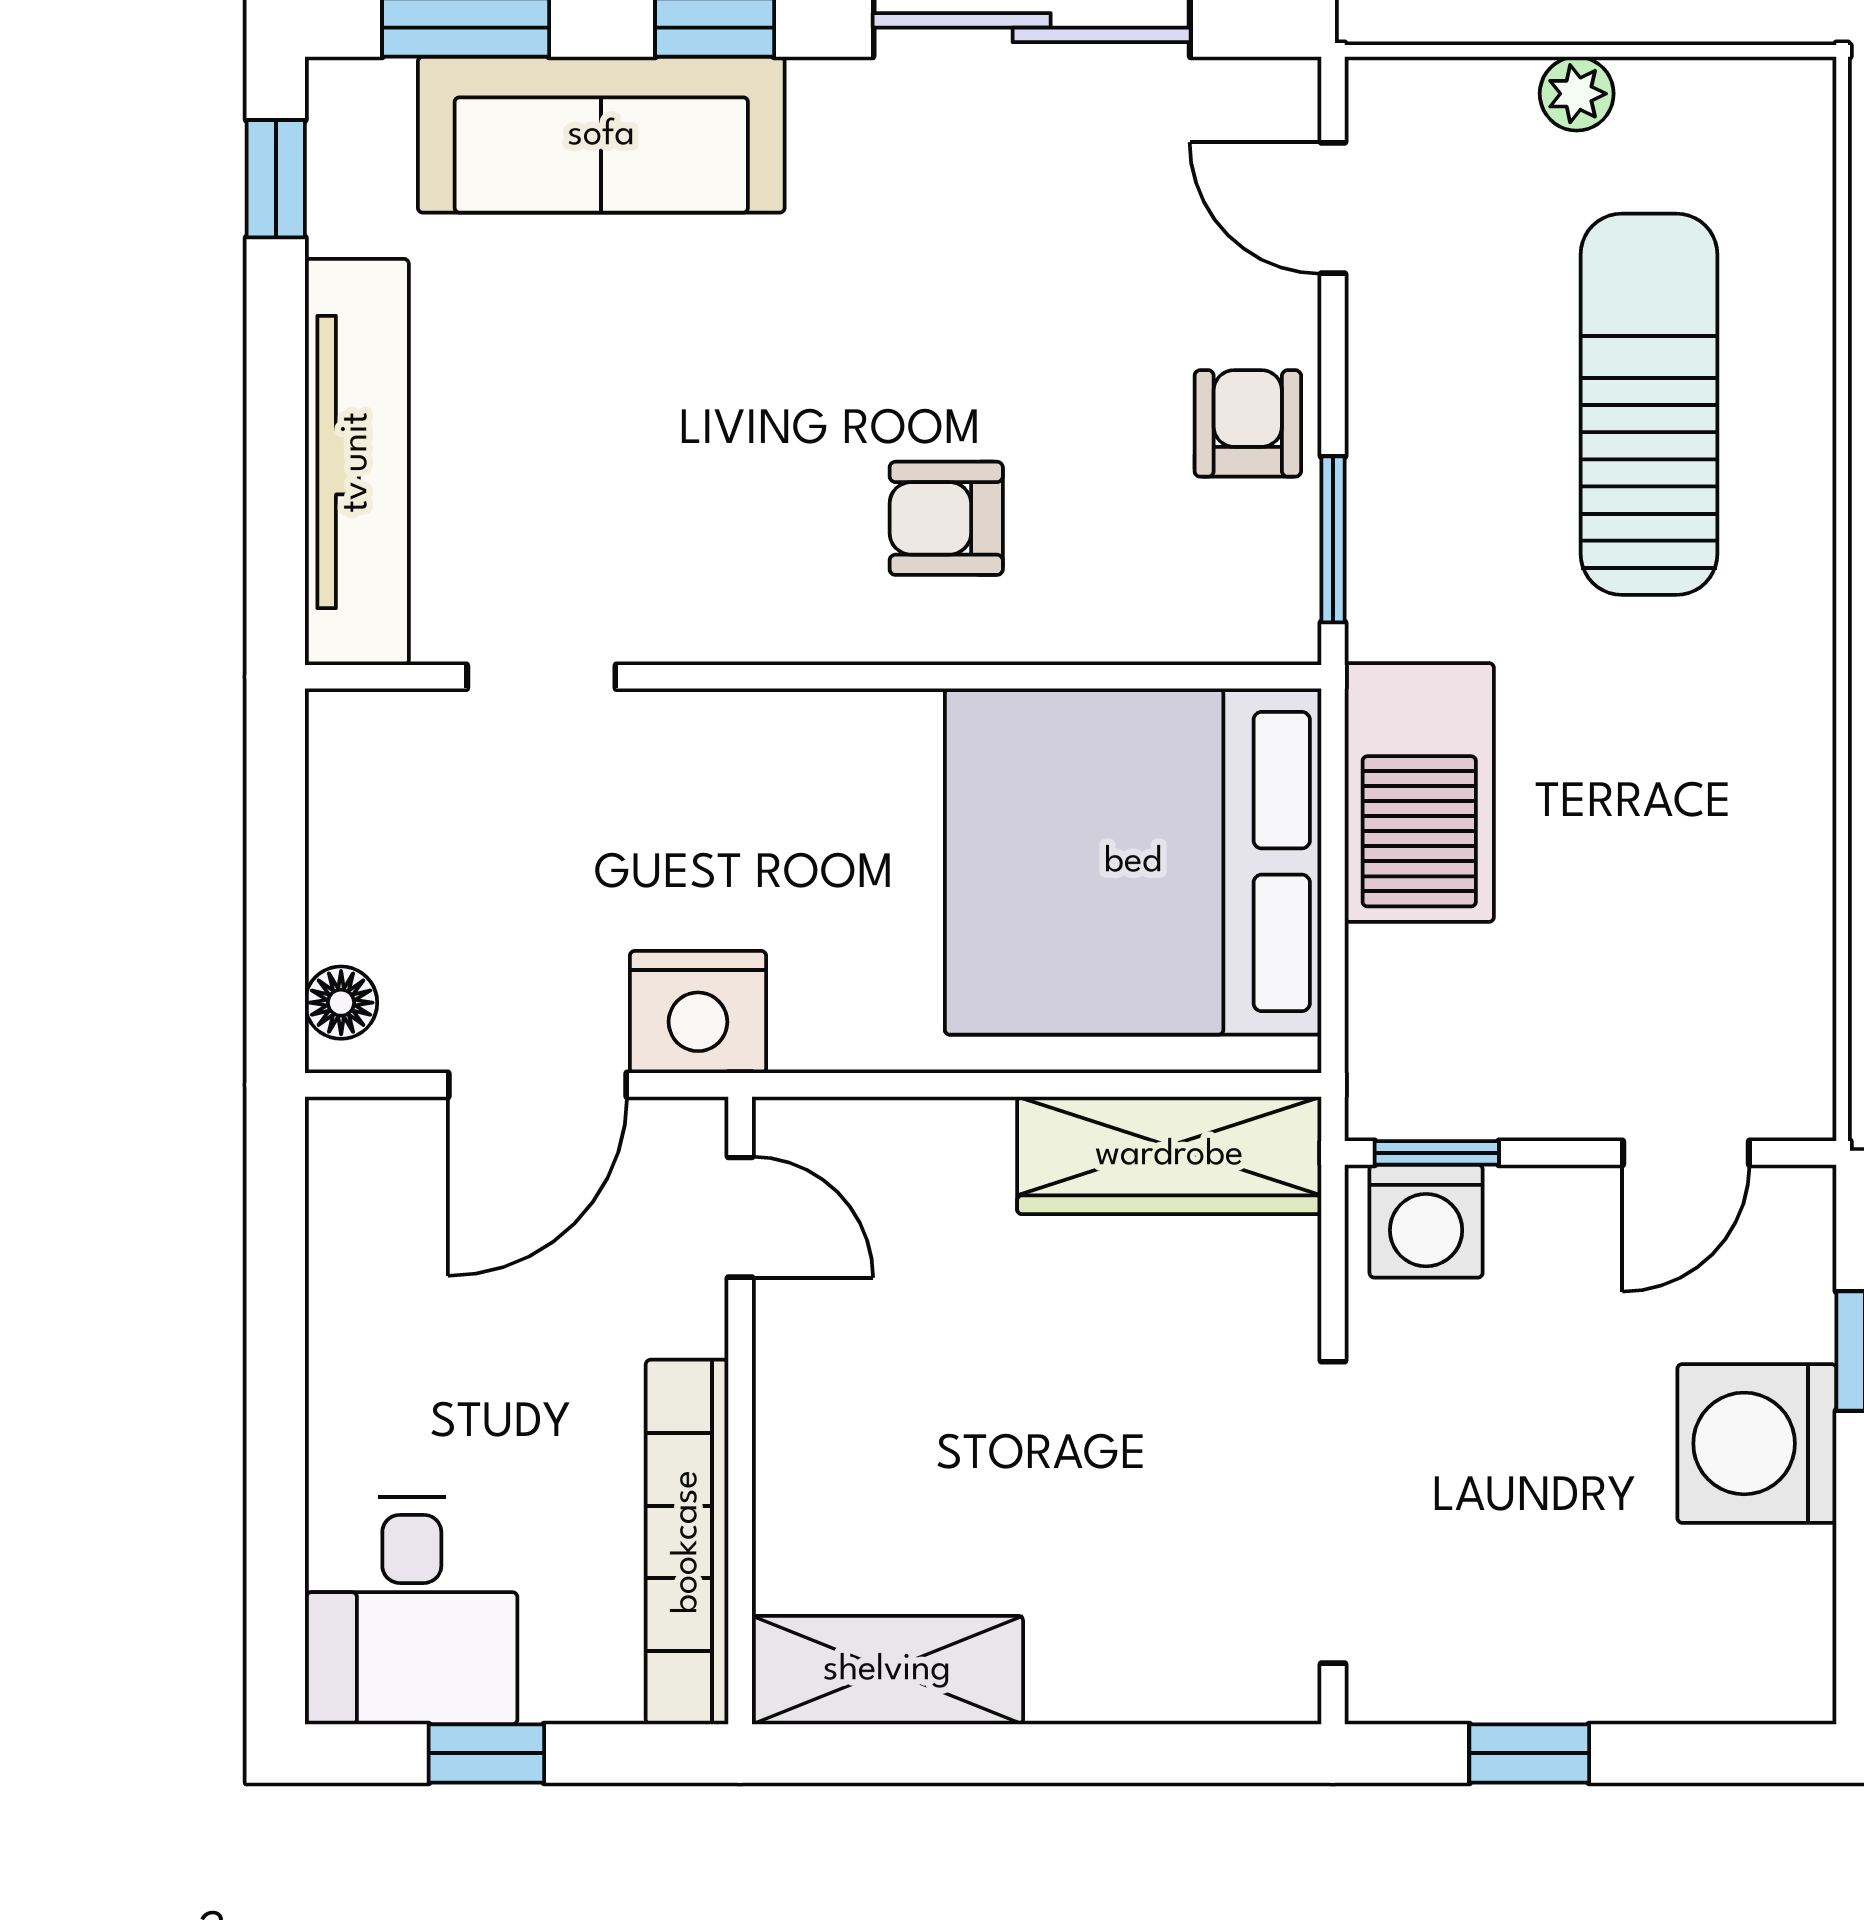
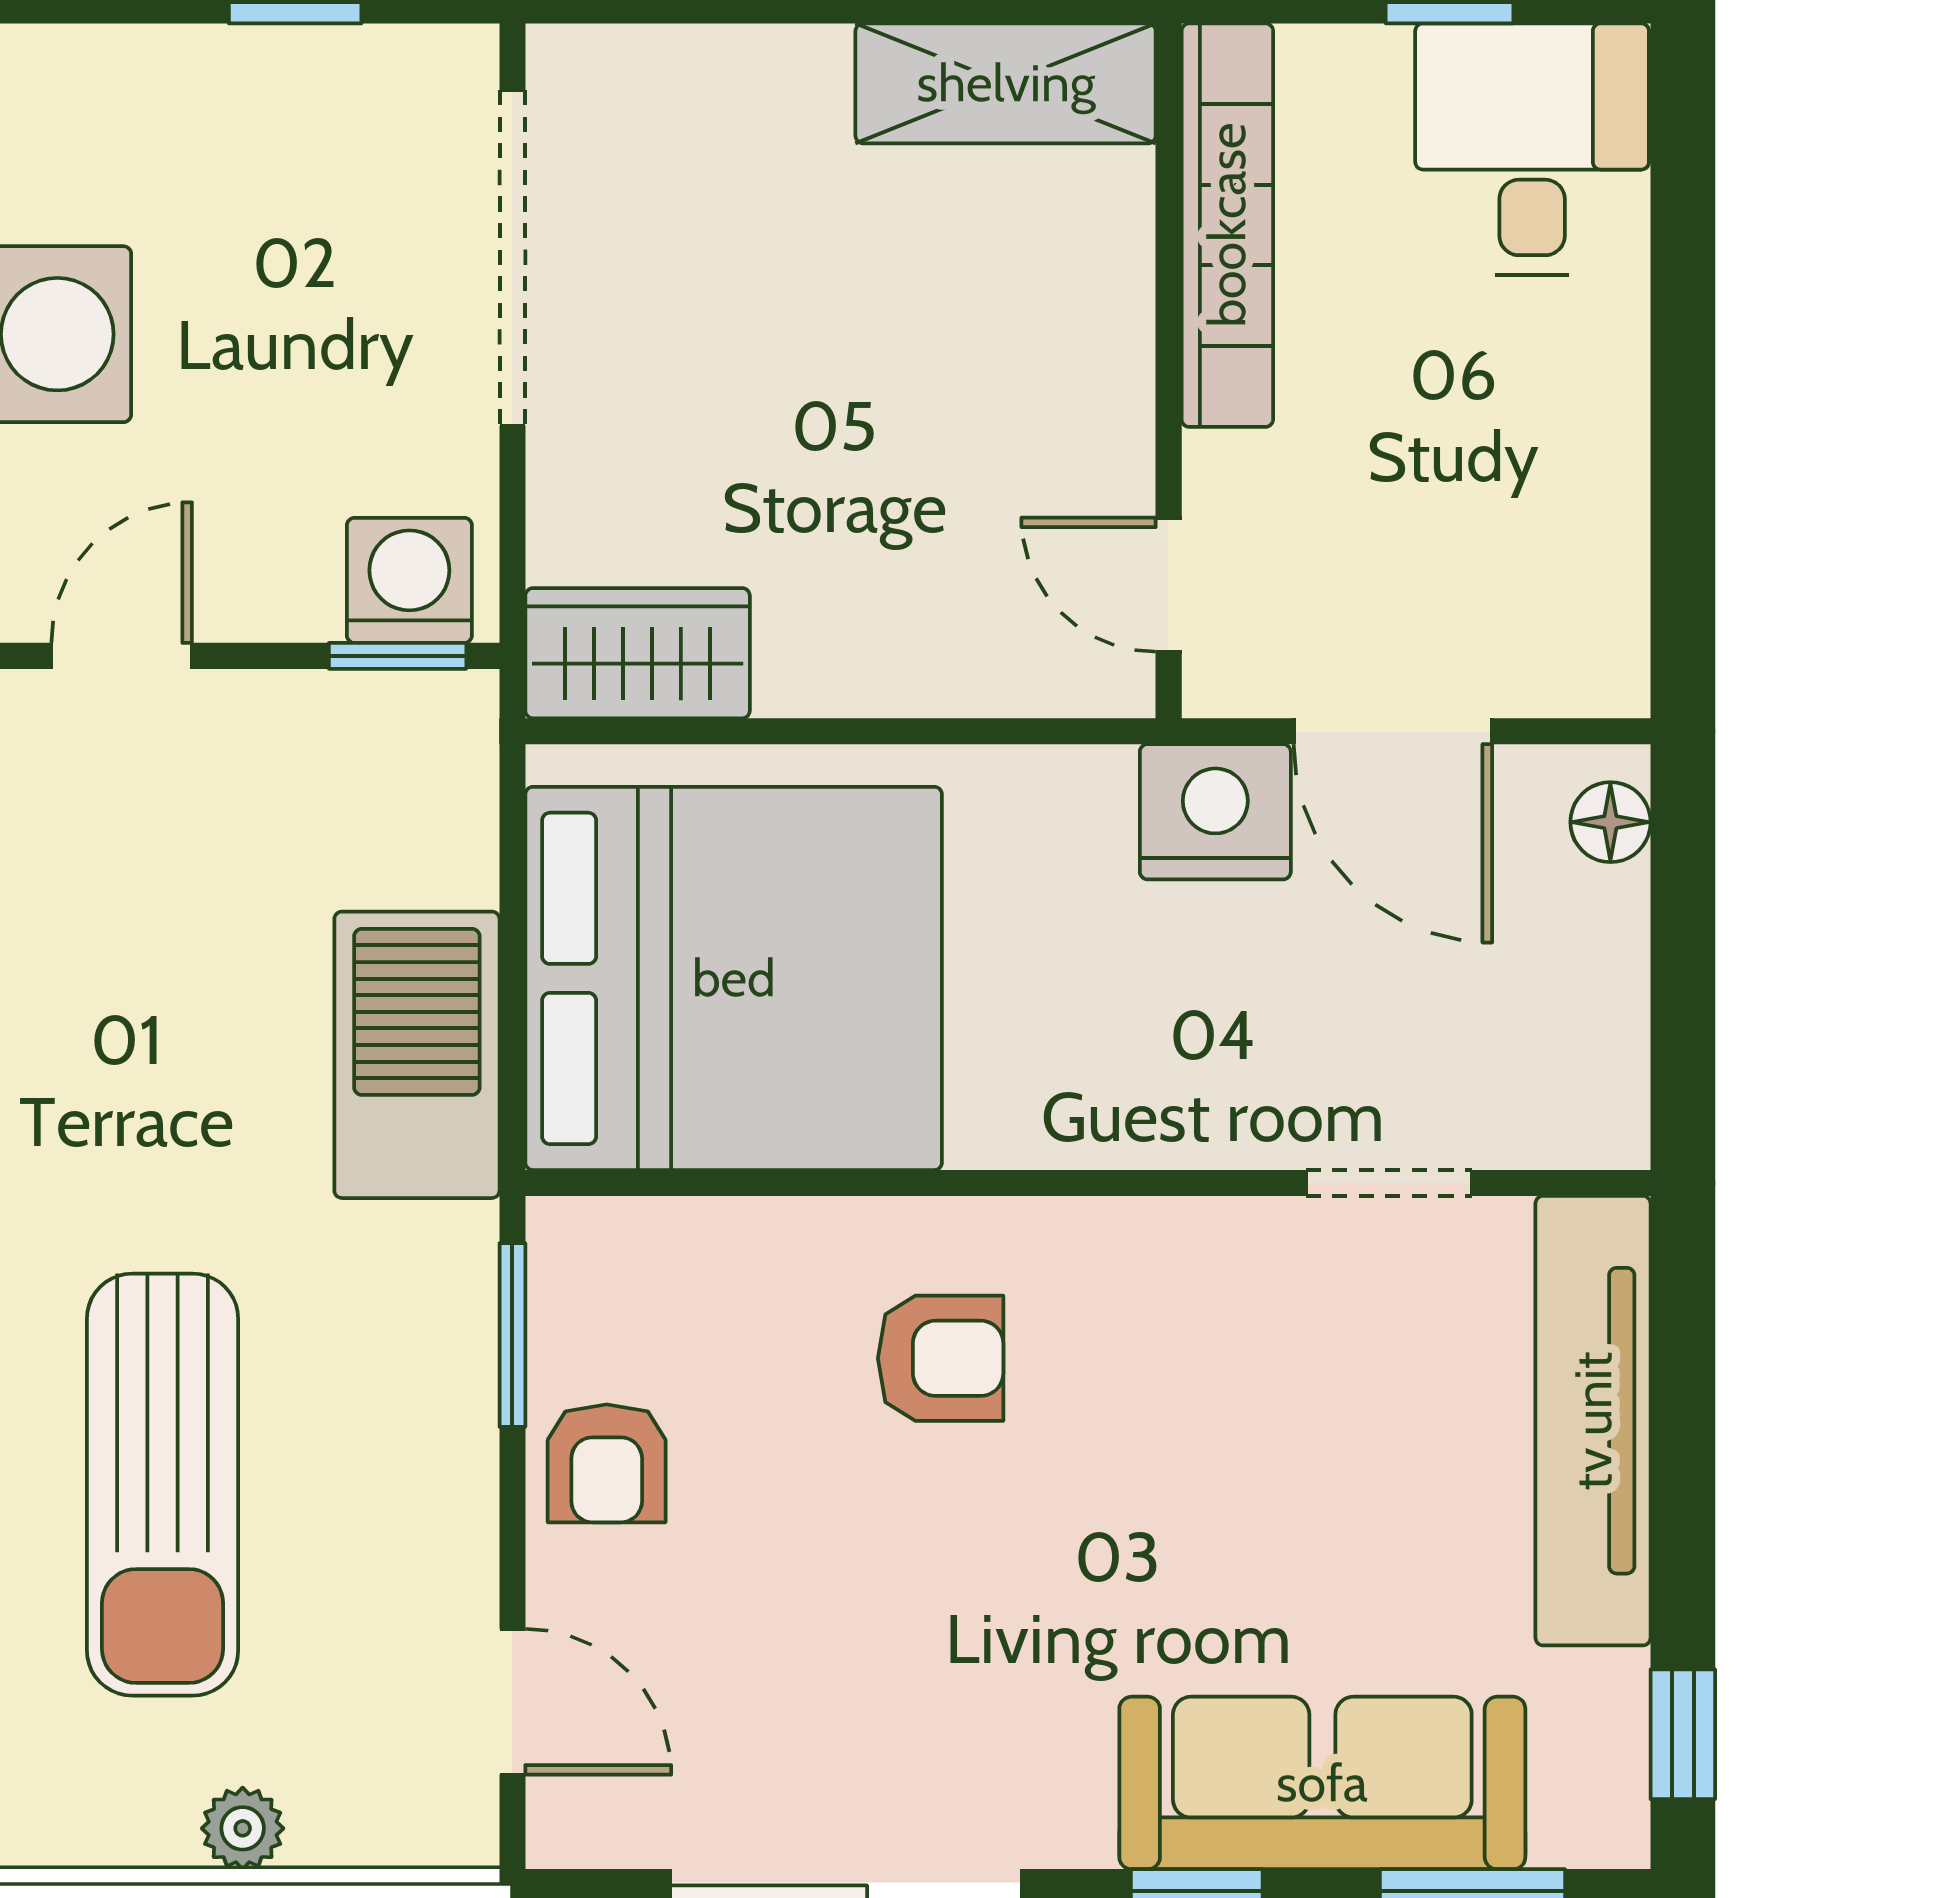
door: (538, 1085) -> (1393, 731), swing flipped
wardrobe: (1169, 1155) -> (638, 653), width x0.67

